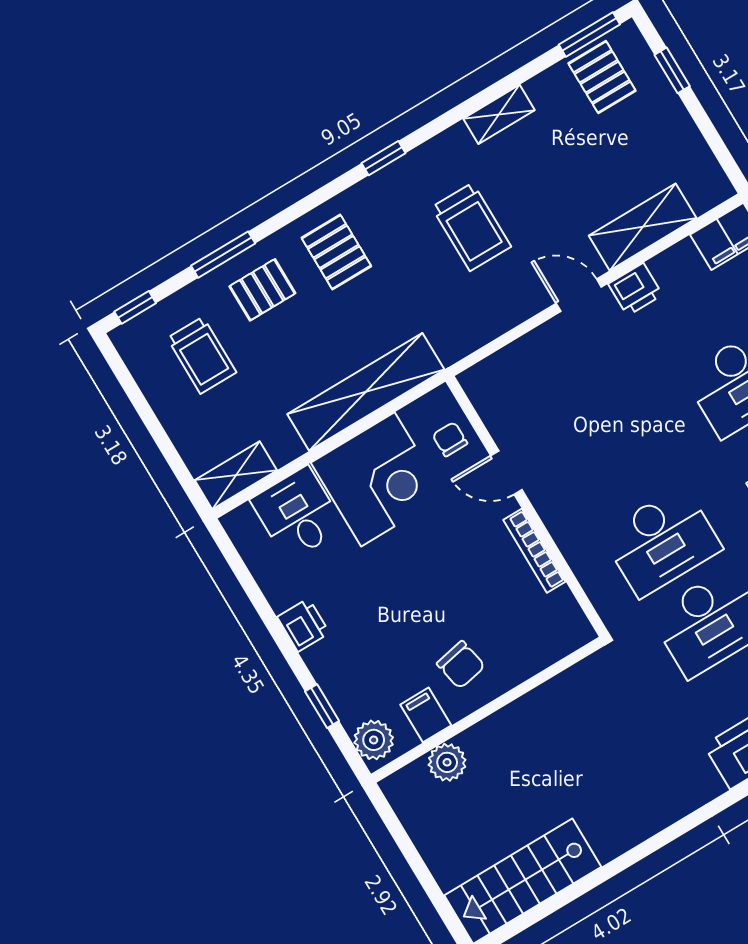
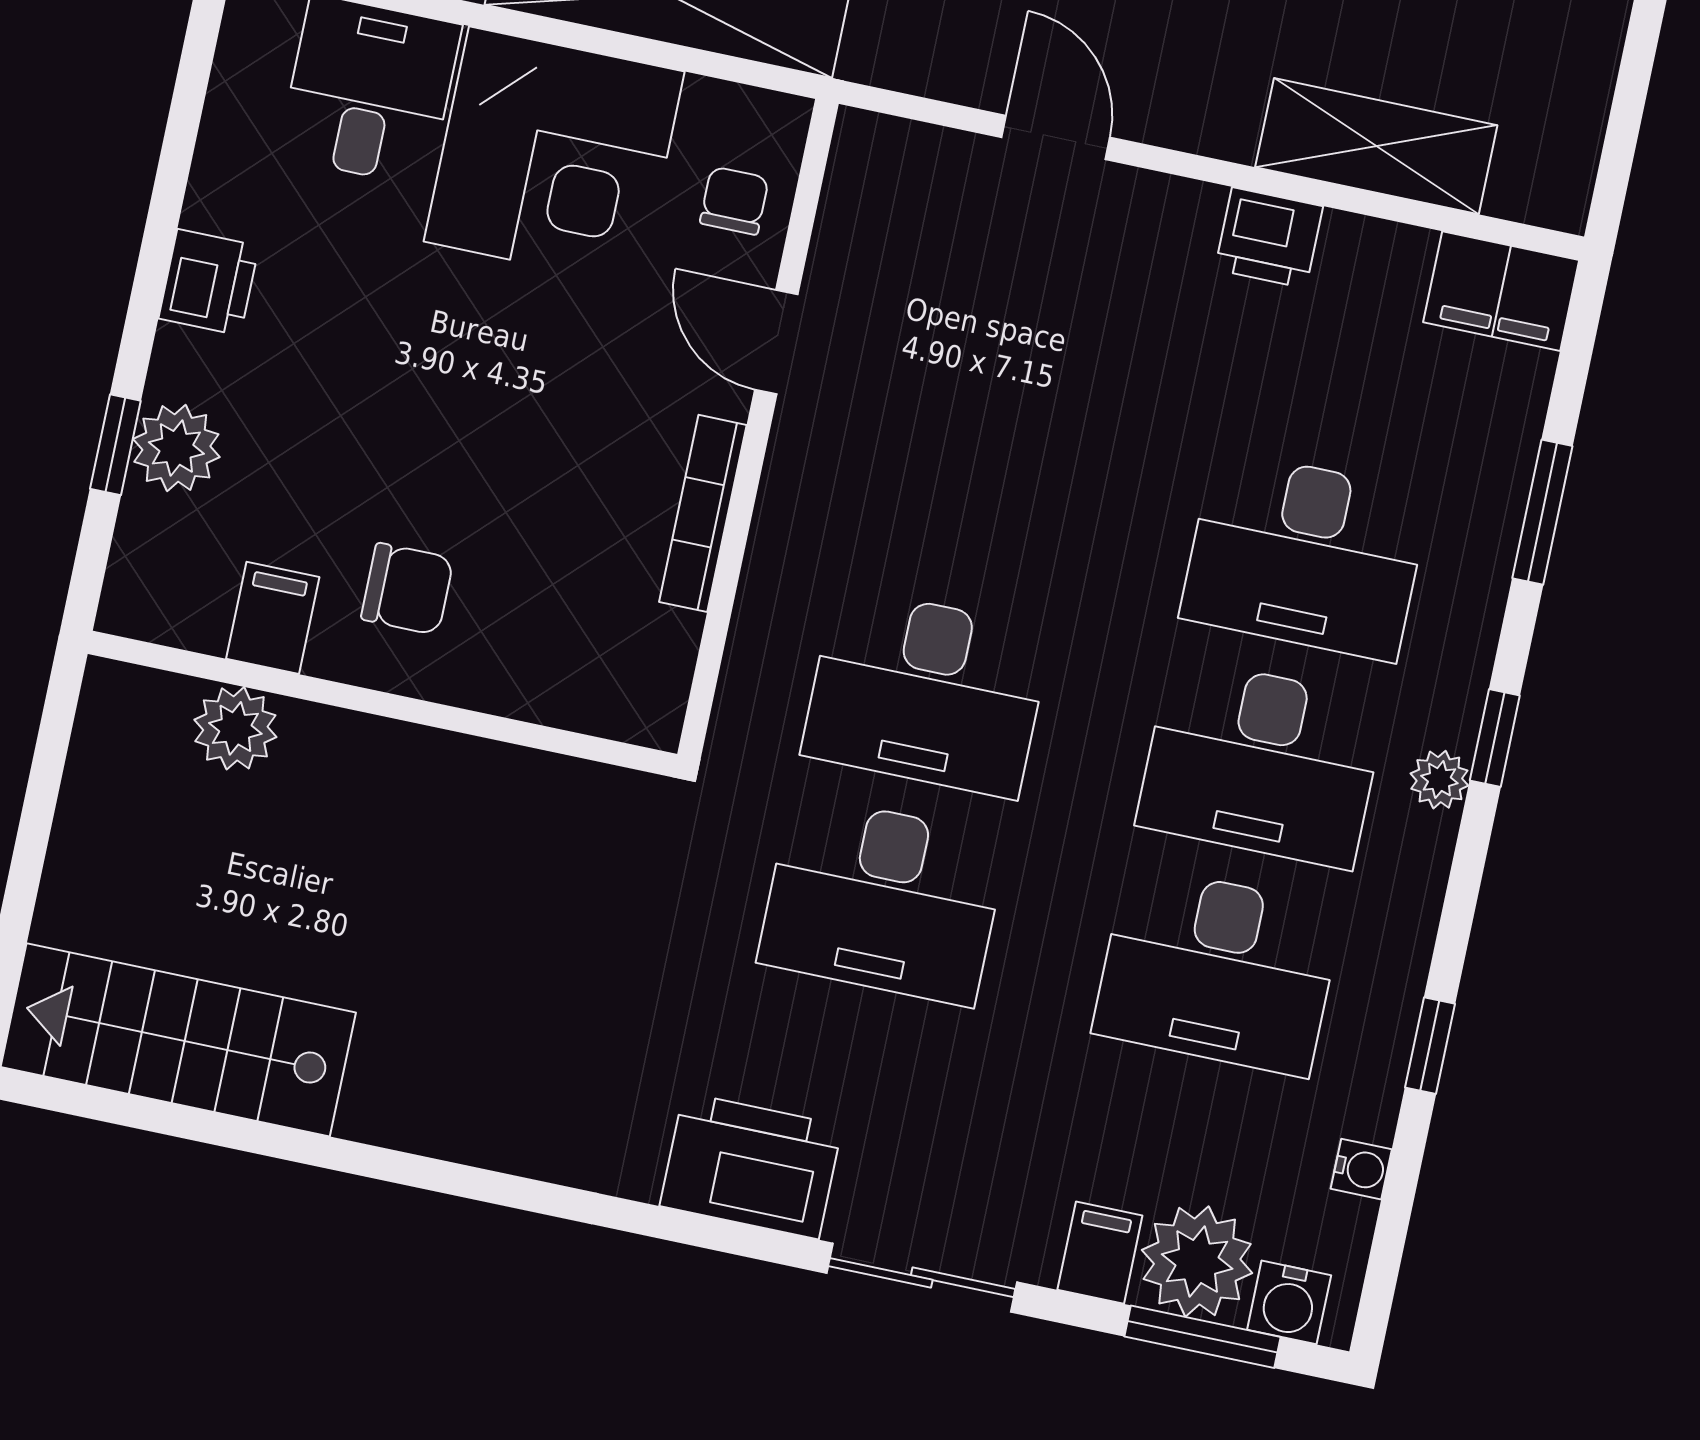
door: (579, 295) -> (1056, 137), moved
chair: (461, 665) -> (407, 589), turned -79
plant: (374, 740) -> (176, 448), moved

